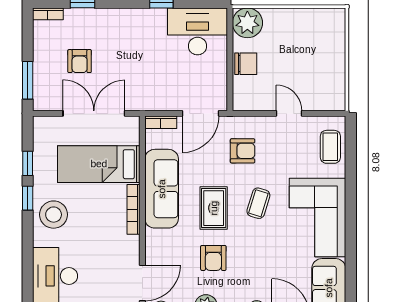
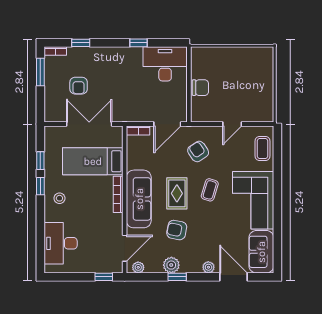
plant: (247, 23) -> (202, 58), removed
window: (28, 80) -> (40, 72), moved
door: (289, 113) -> (232, 124), swing flipped
armchair: (243, 151) -> (198, 151), turned -124
sofa: (162, 189) -> (139, 199), moved
stool: (54, 215) -> (59, 198), width x0.53, depth x0.53
armchair: (213, 258) -> (177, 230), turned 101

